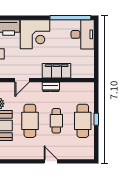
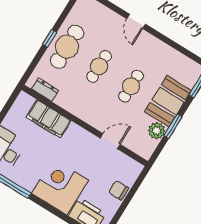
filing cabinet: (57, 71) -> (49, 119), moved
dresser: (51, 87) -> (45, 90), moved
cafe table: (30, 121) -> (131, 86), width x0.73, depth x0.74

